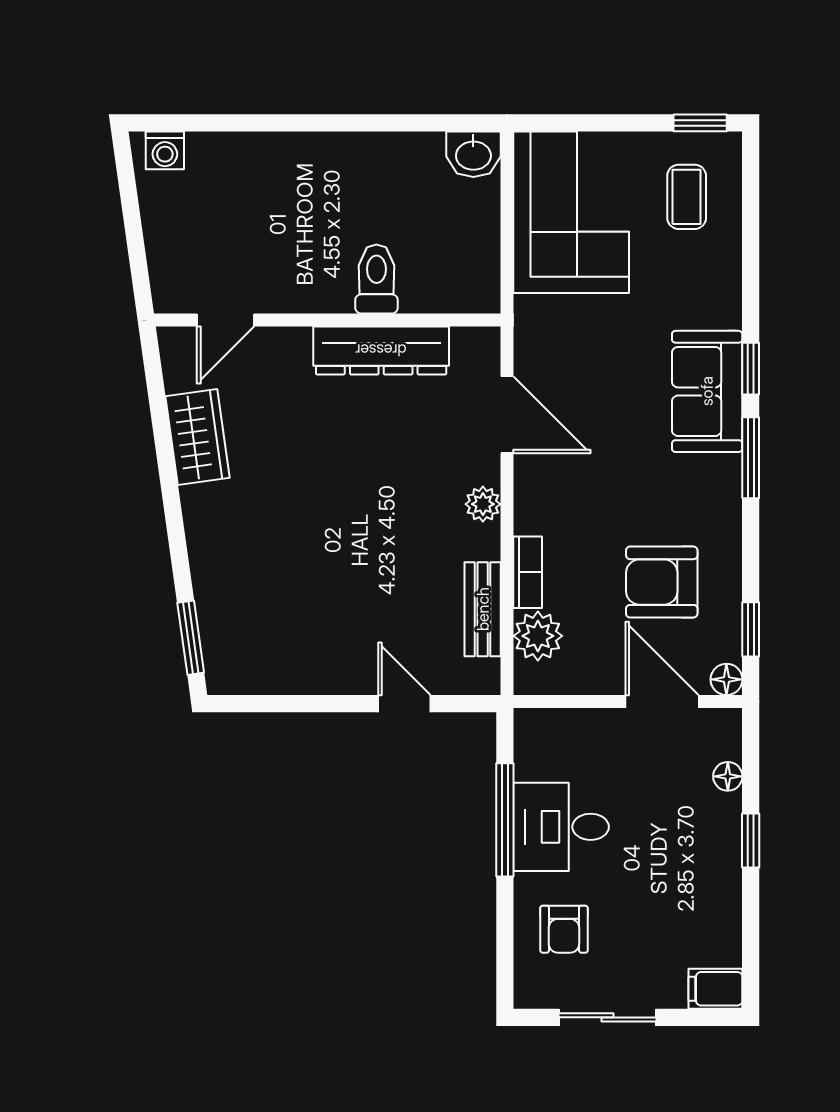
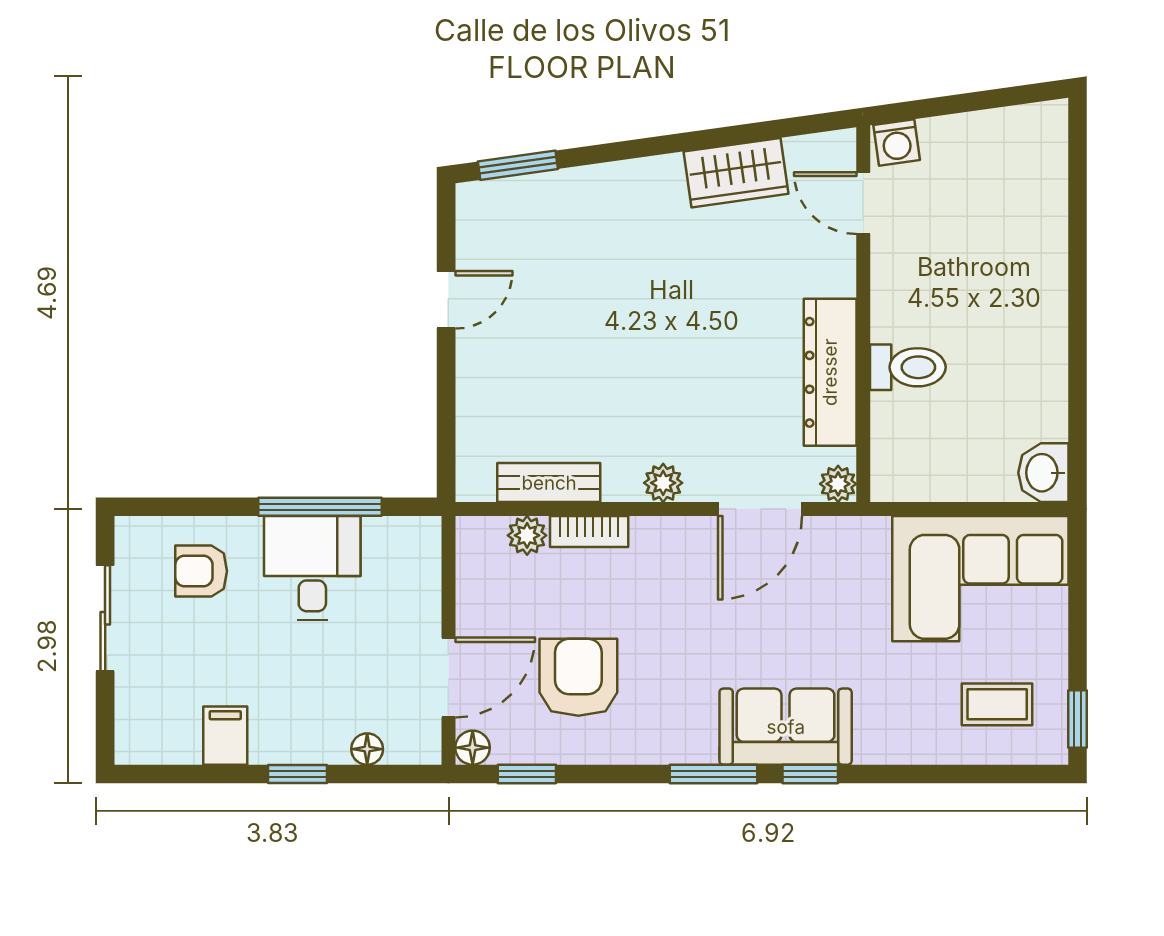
washing machine: (165, 150) -> (897, 142), moved, turned -98
plant: (484, 343) -> (838, 484), added
plant: (538, 636) -> (527, 535), width x0.73, depth x0.73
door: (404, 704) -> (446, 300), moved
filing cabinet: (715, 989) -> (225, 736), moved

